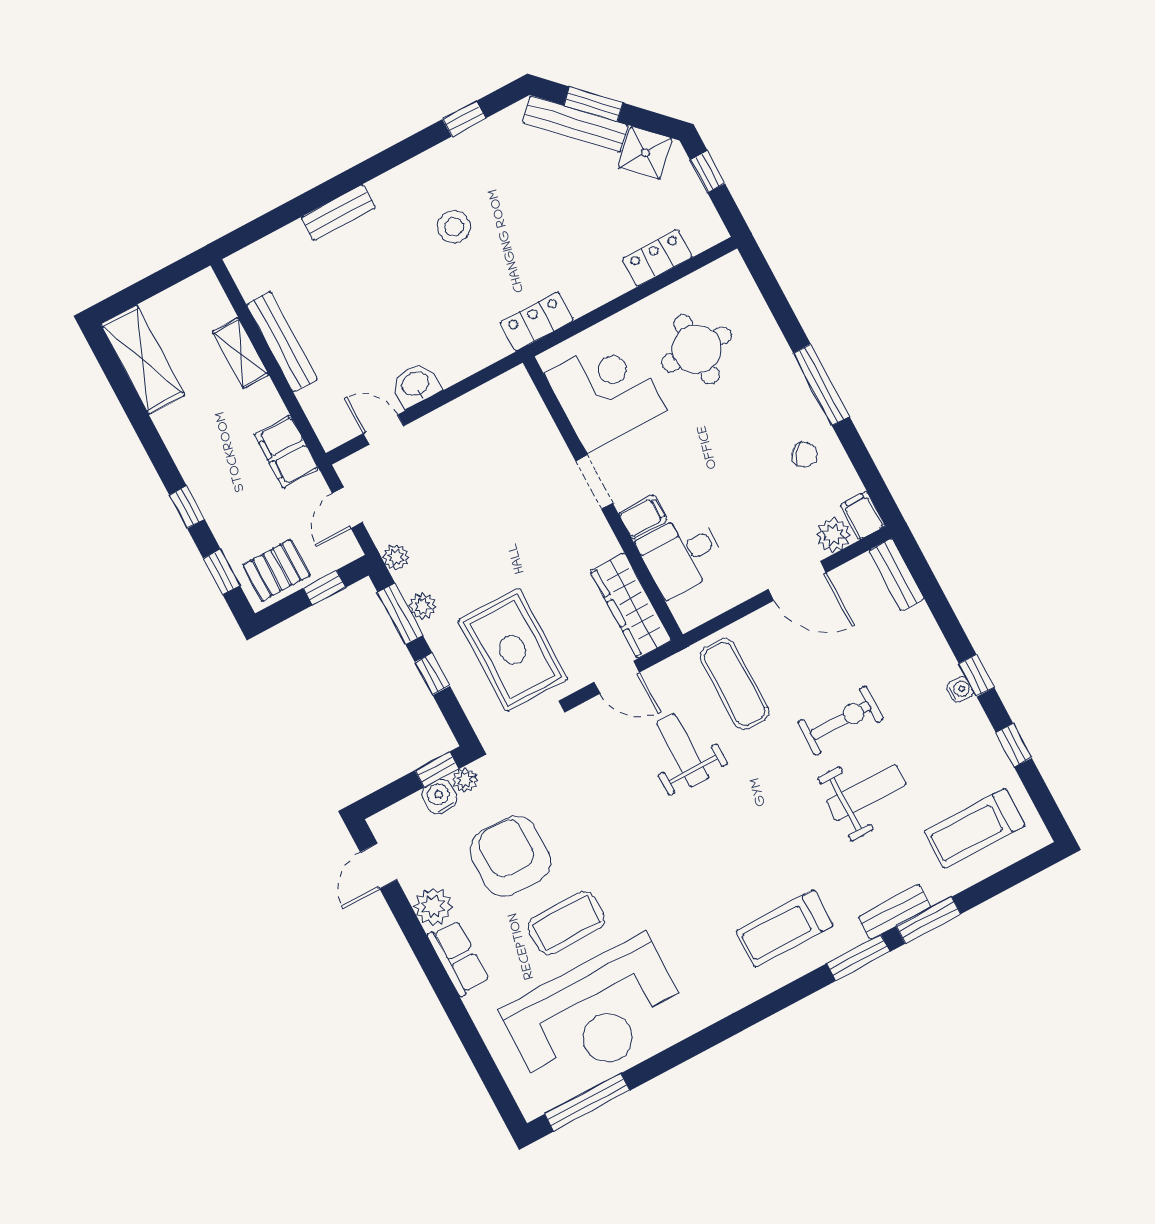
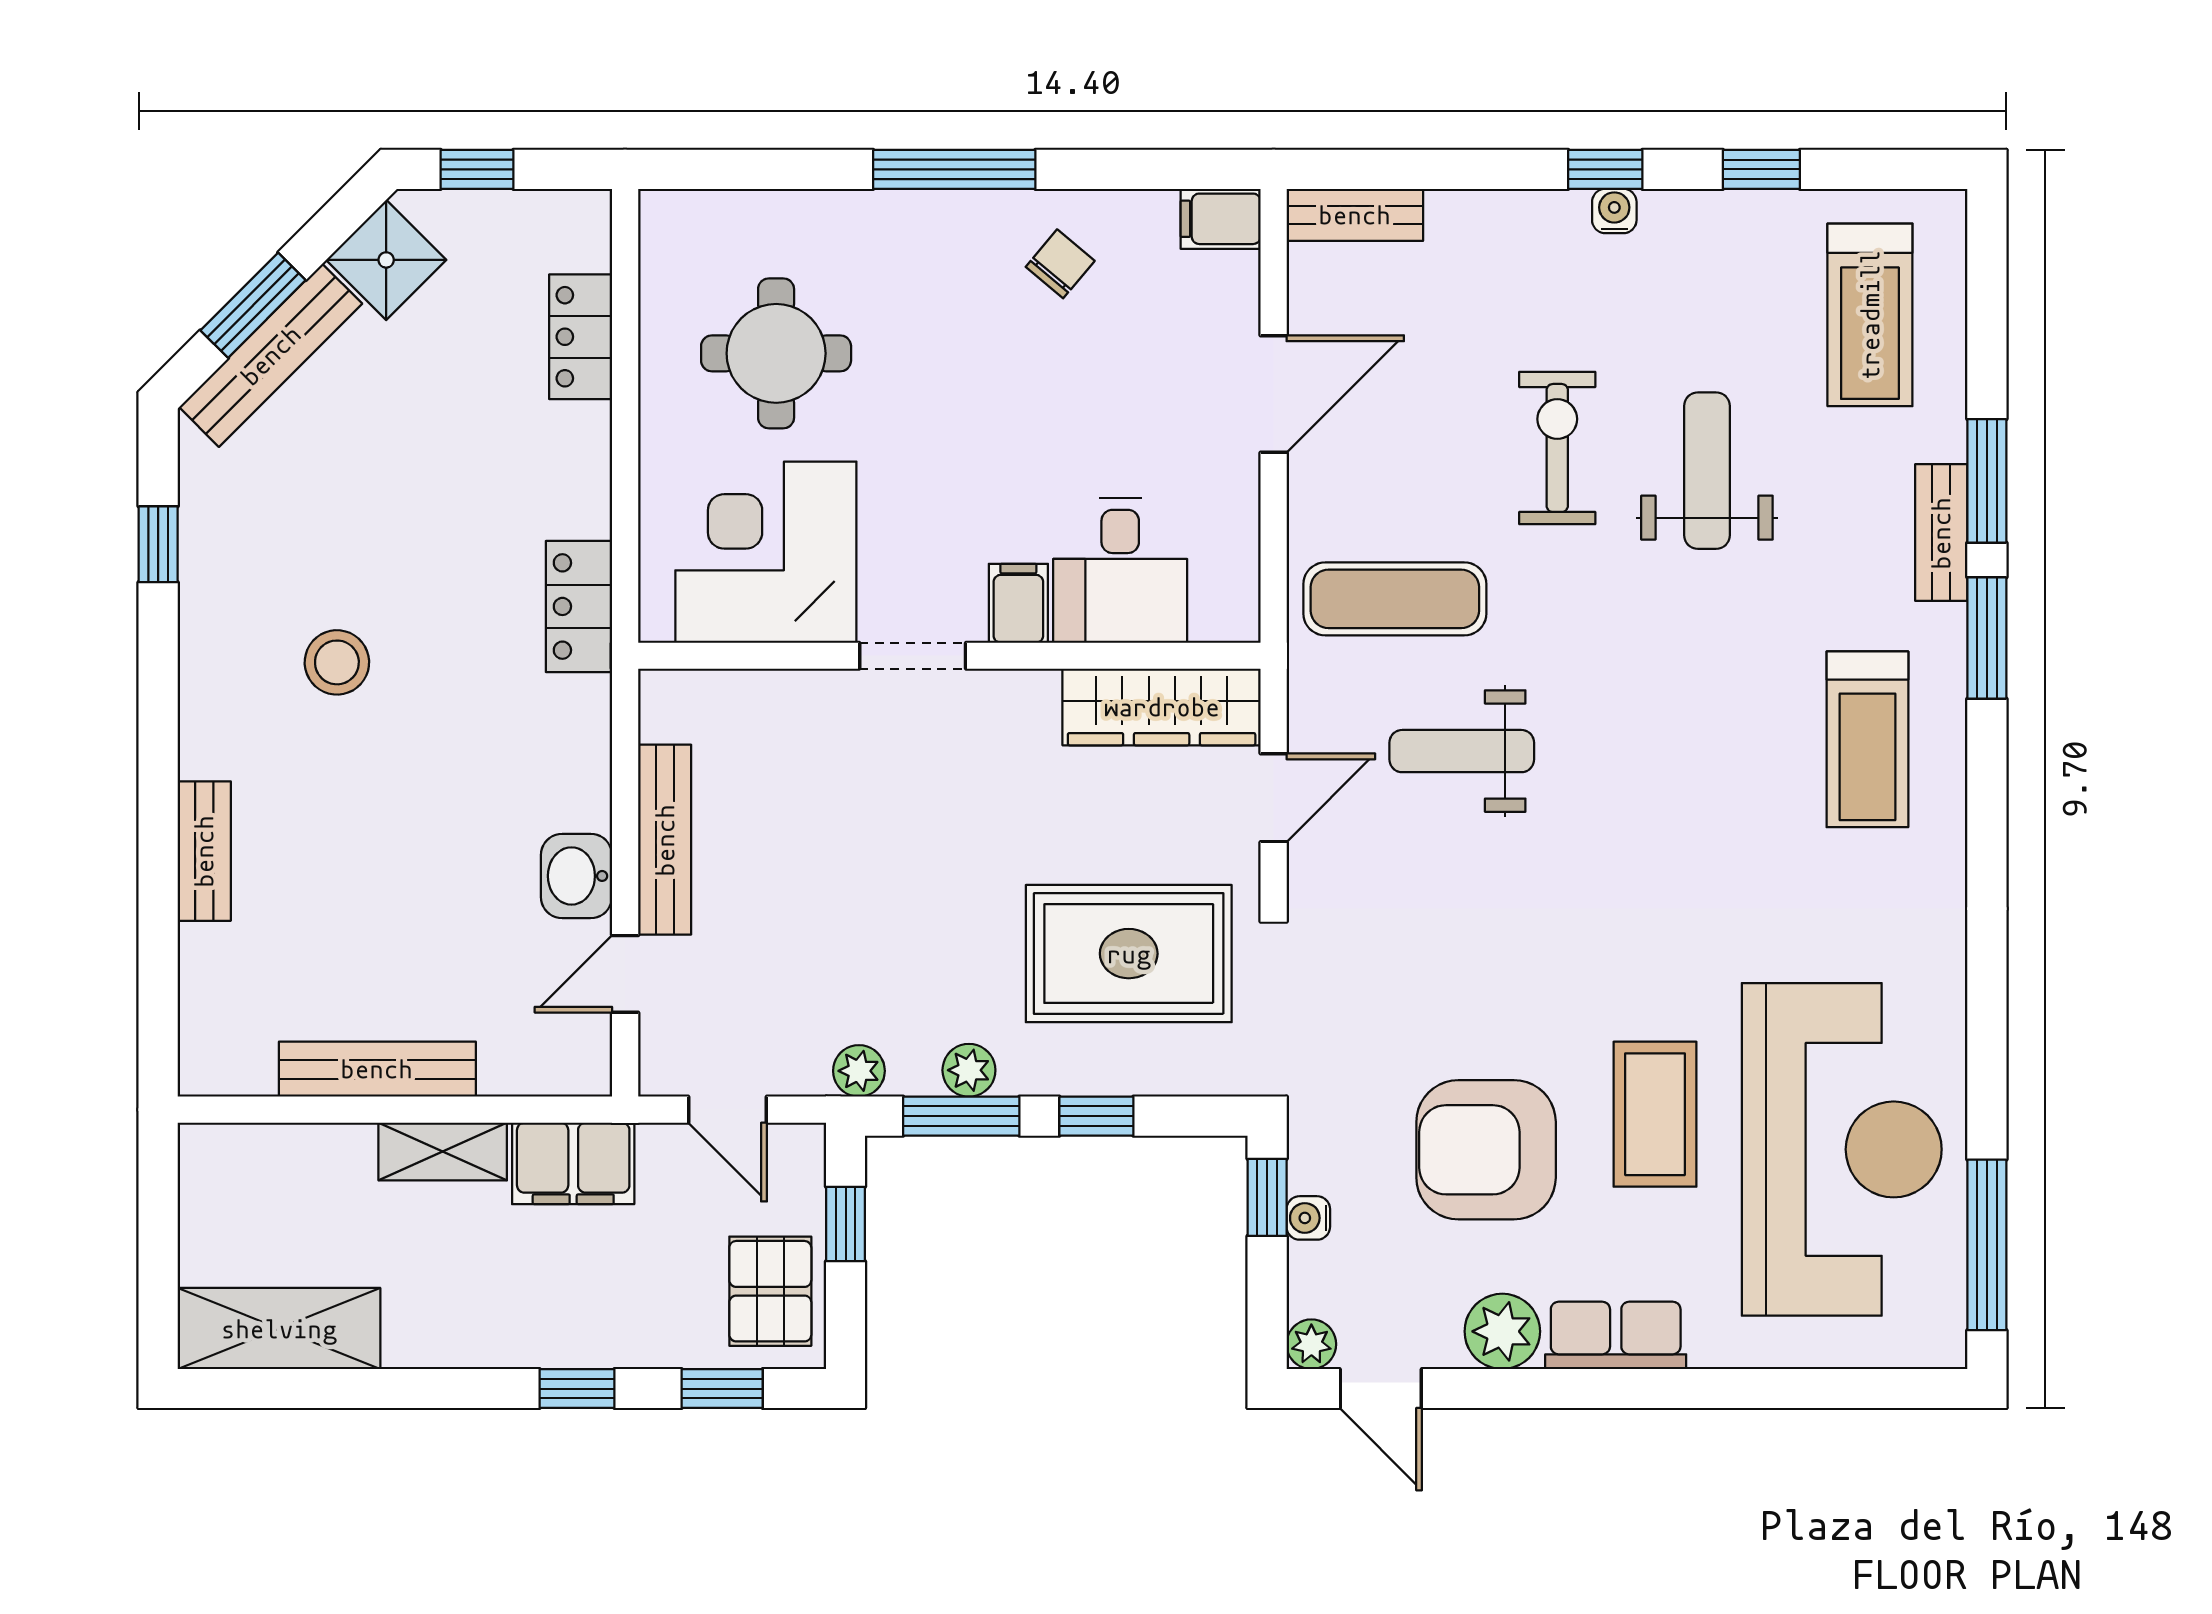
shelving: (241, 353) -> (443, 1152), moved
bench: (453, 415) -> (665, 840), added
plant: (833, 535) -> (1227, 288), removed
plant: (465, 780) -> (1311, 1344), moved
water cooler: (439, 797) -> (1308, 1218), width x0.72, depth x0.72

